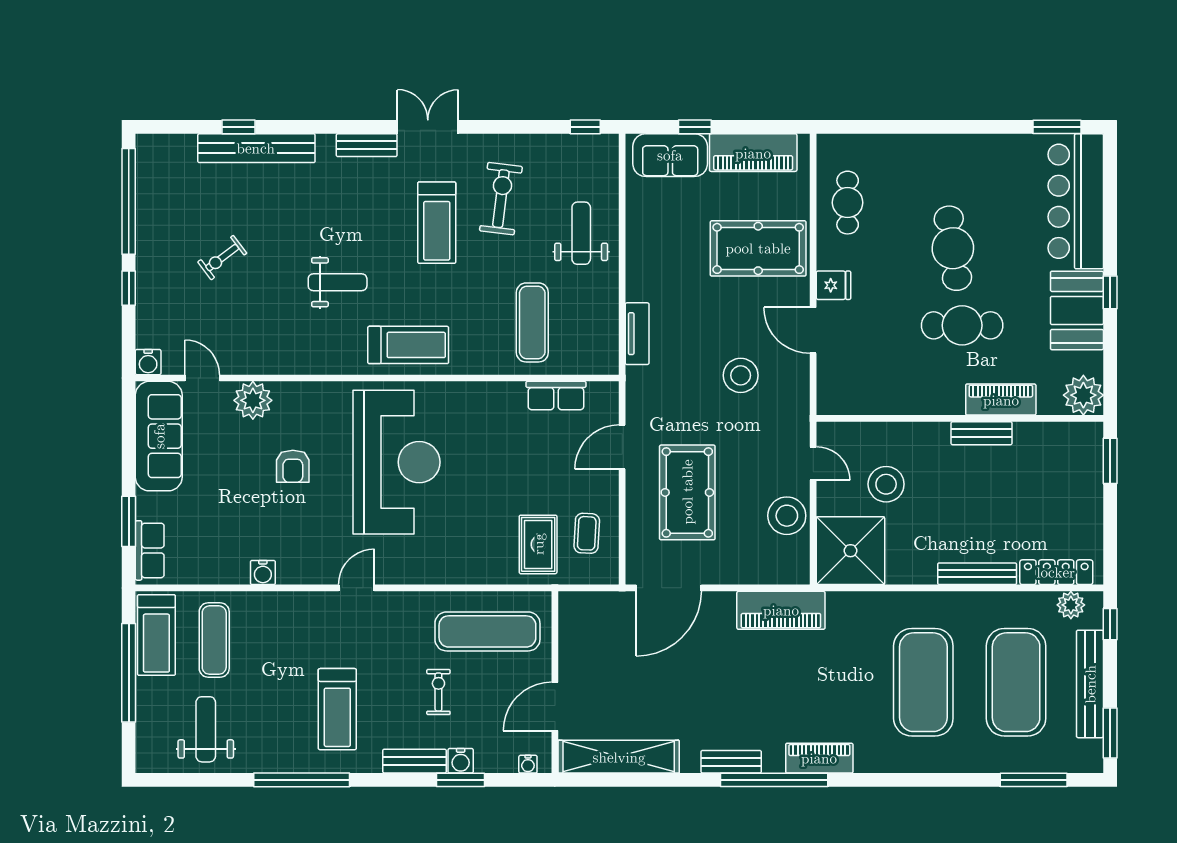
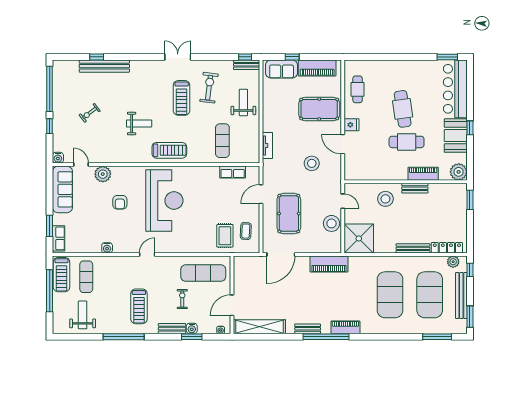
bench: (367, 145) -> (247, 65), moved
stool: (886, 484) -> (385, 199), moved

